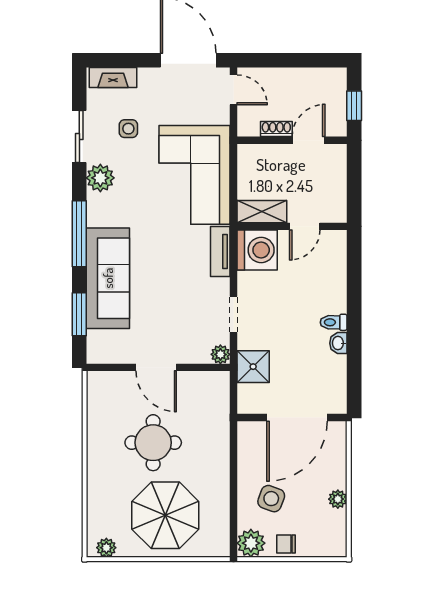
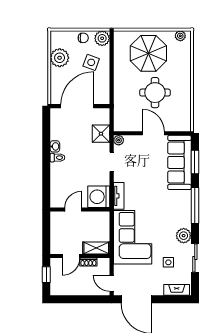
shelving: (262, 212) -> (96, 248), moved
sofa: (108, 278) -> (179, 162), moved
plant: (338, 499) -> (60, 58), width x1.87, depth x1.87

